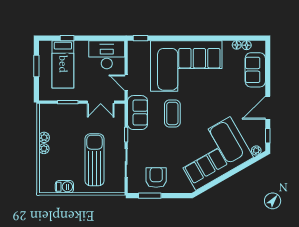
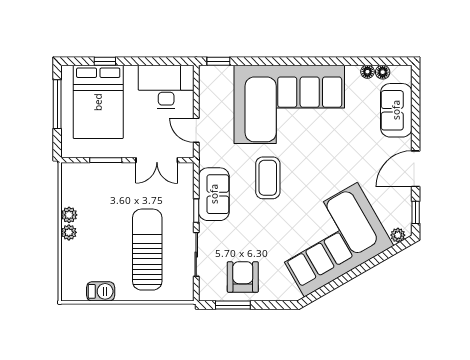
bed: (63, 64) -> (98, 102), width x1.50
window: (36, 66) -> (57, 104), width x1.44
sofa: (138, 113) -> (214, 194), moved

